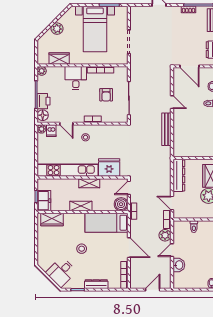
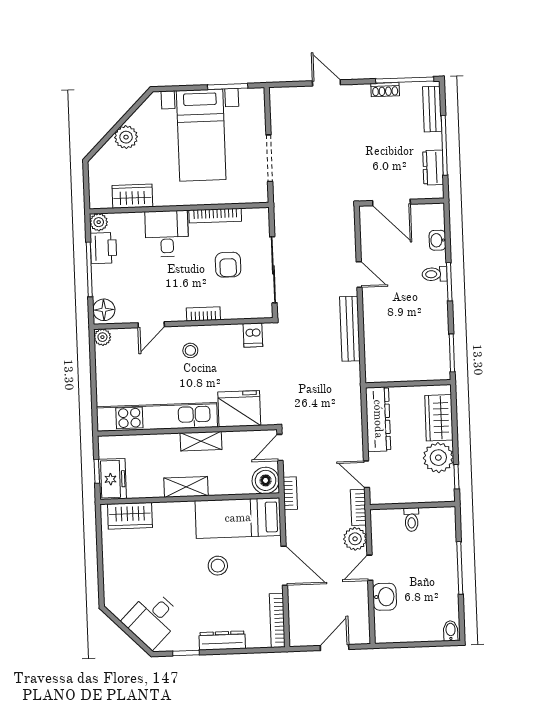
printer: (44, 101) -> (103, 248), moved
door: (66, 124) -> (151, 325), hinge flipped
dishwasher: (51, 131) -> (253, 335), moved
stool: (82, 249) -> (218, 566), moved

